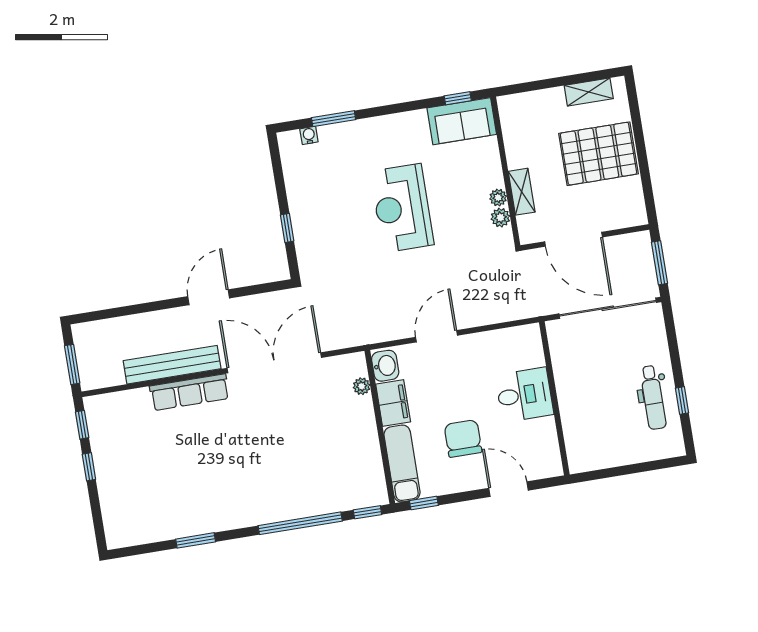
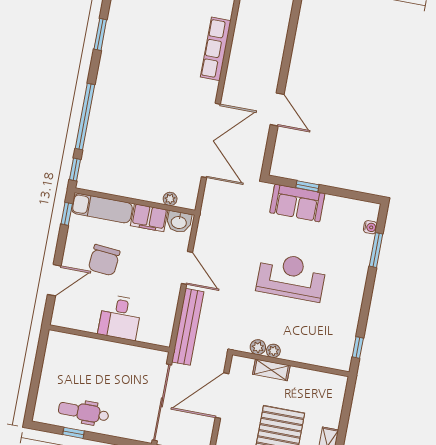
sofa: (462, 121) -> (297, 203), moved, turned -90
bench: (172, 365) -> (188, 327), moved
row of seats: (189, 392) -> (216, 49), moved
chair: (463, 438) -> (104, 260), turned 95

